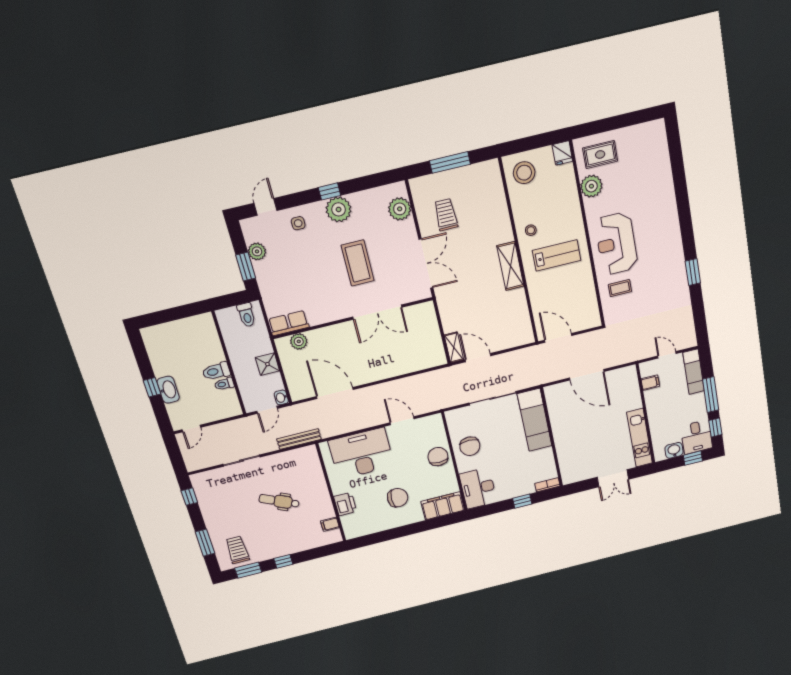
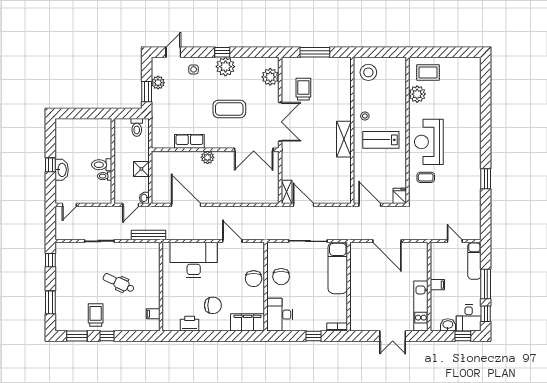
fridge: (562, 153) -> (400, 196), moved, turned 180
lab bench: (557, 255) -> (381, 140), turned 180
coffee table: (358, 263) -> (229, 109), turned 90
double door: (377, 312) -> (254, 150), moved
row of seats: (289, 323) -> (189, 141), moved
plant: (299, 341) -> (208, 157), moved
filing cabinet: (650, 383) -> (437, 285), moved
chair: (438, 457) -> (254, 279), turned 180
printer: (345, 504) -> (190, 324), moved, turned -90
trolley: (237, 550) -> (96, 315), moved

